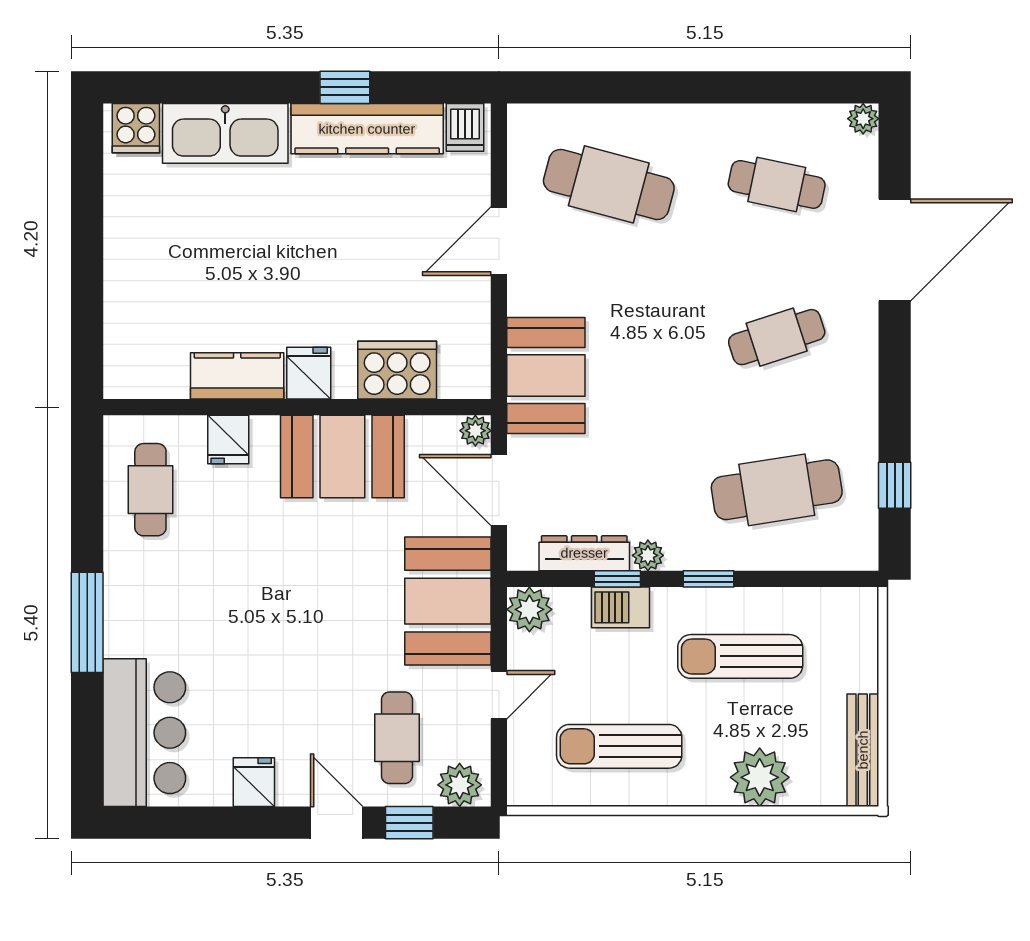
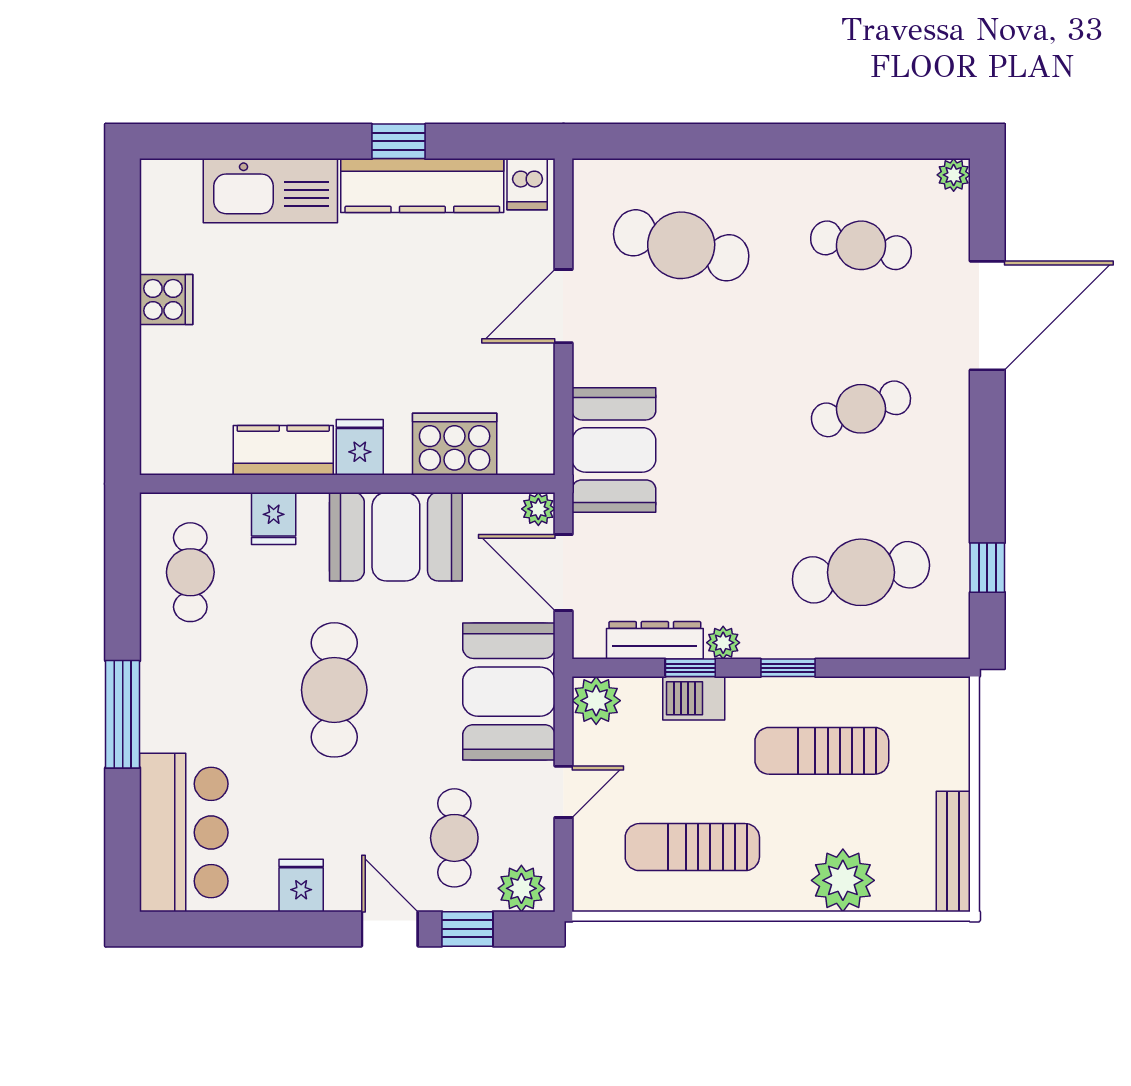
cooker: (136, 128) -> (166, 299), moved, turned -90
cafe table: (285, 600) -> (334, 690), added

